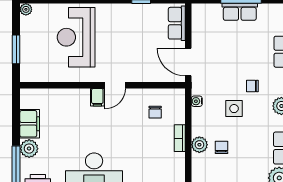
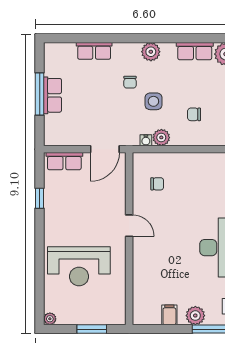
filing cabinet: (97, 97) -> (142, 244), removed
filing cabinet: (30, 124) -> (169, 315), width x0.50
bookcase: (180, 138) -> (184, 158), removed
plant: (199, 145) -> (161, 137), moved

